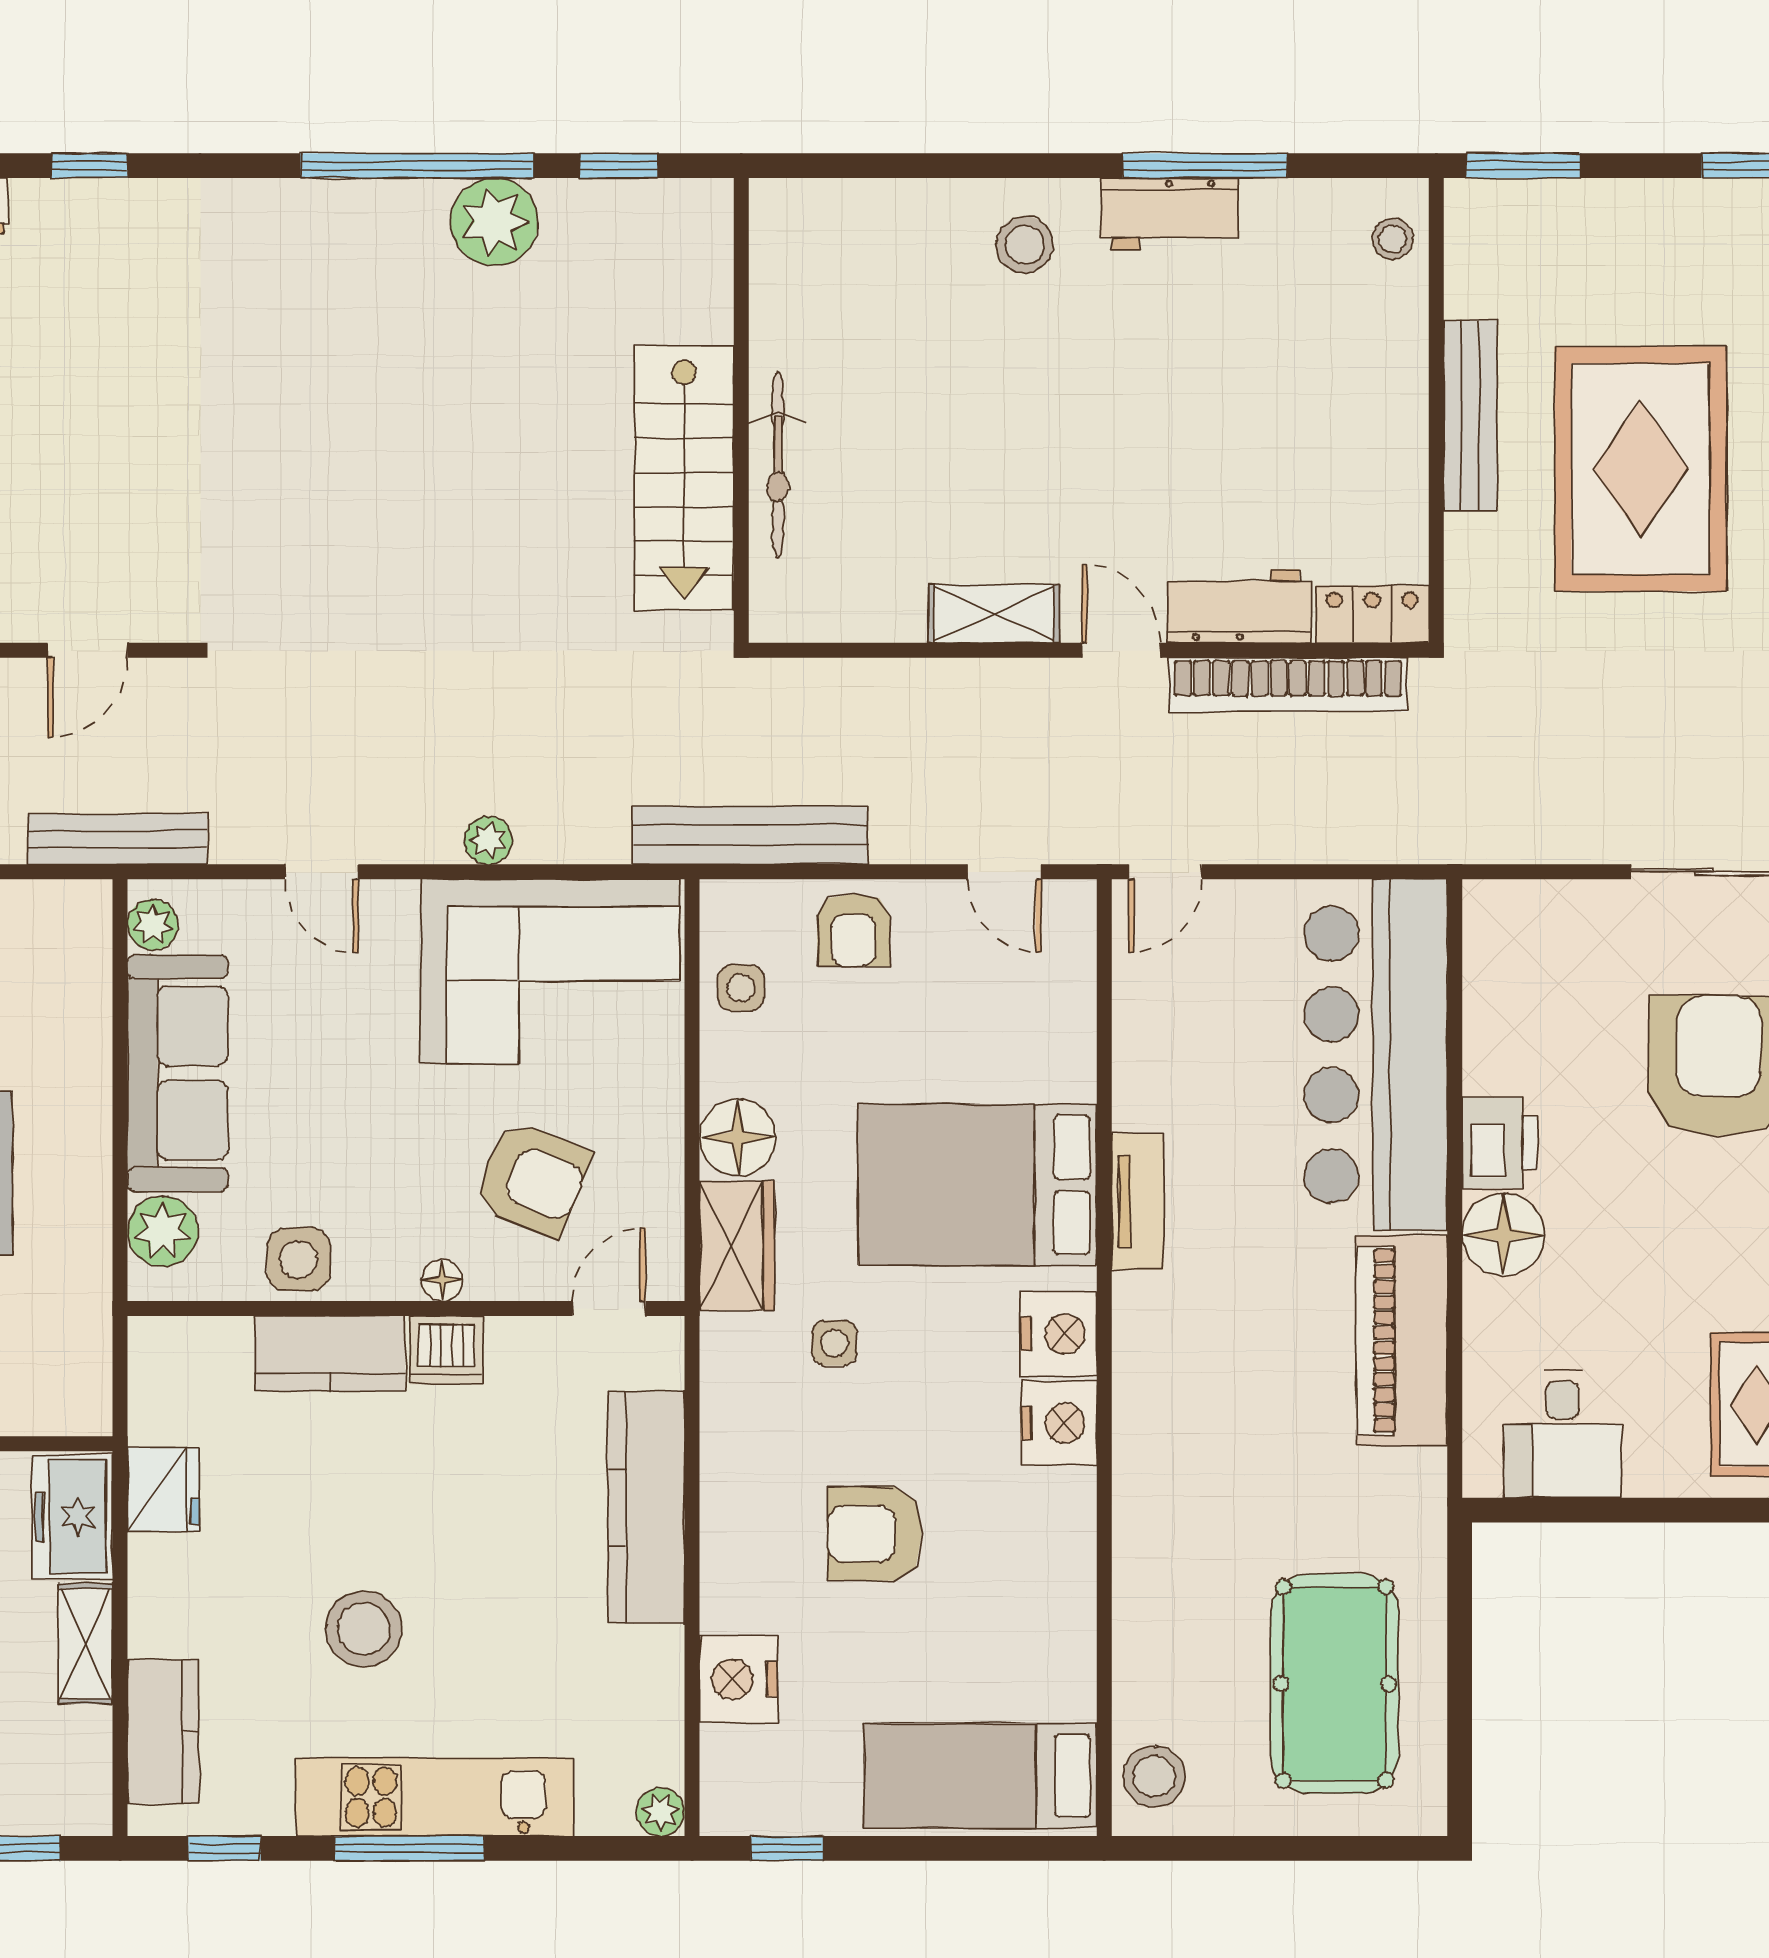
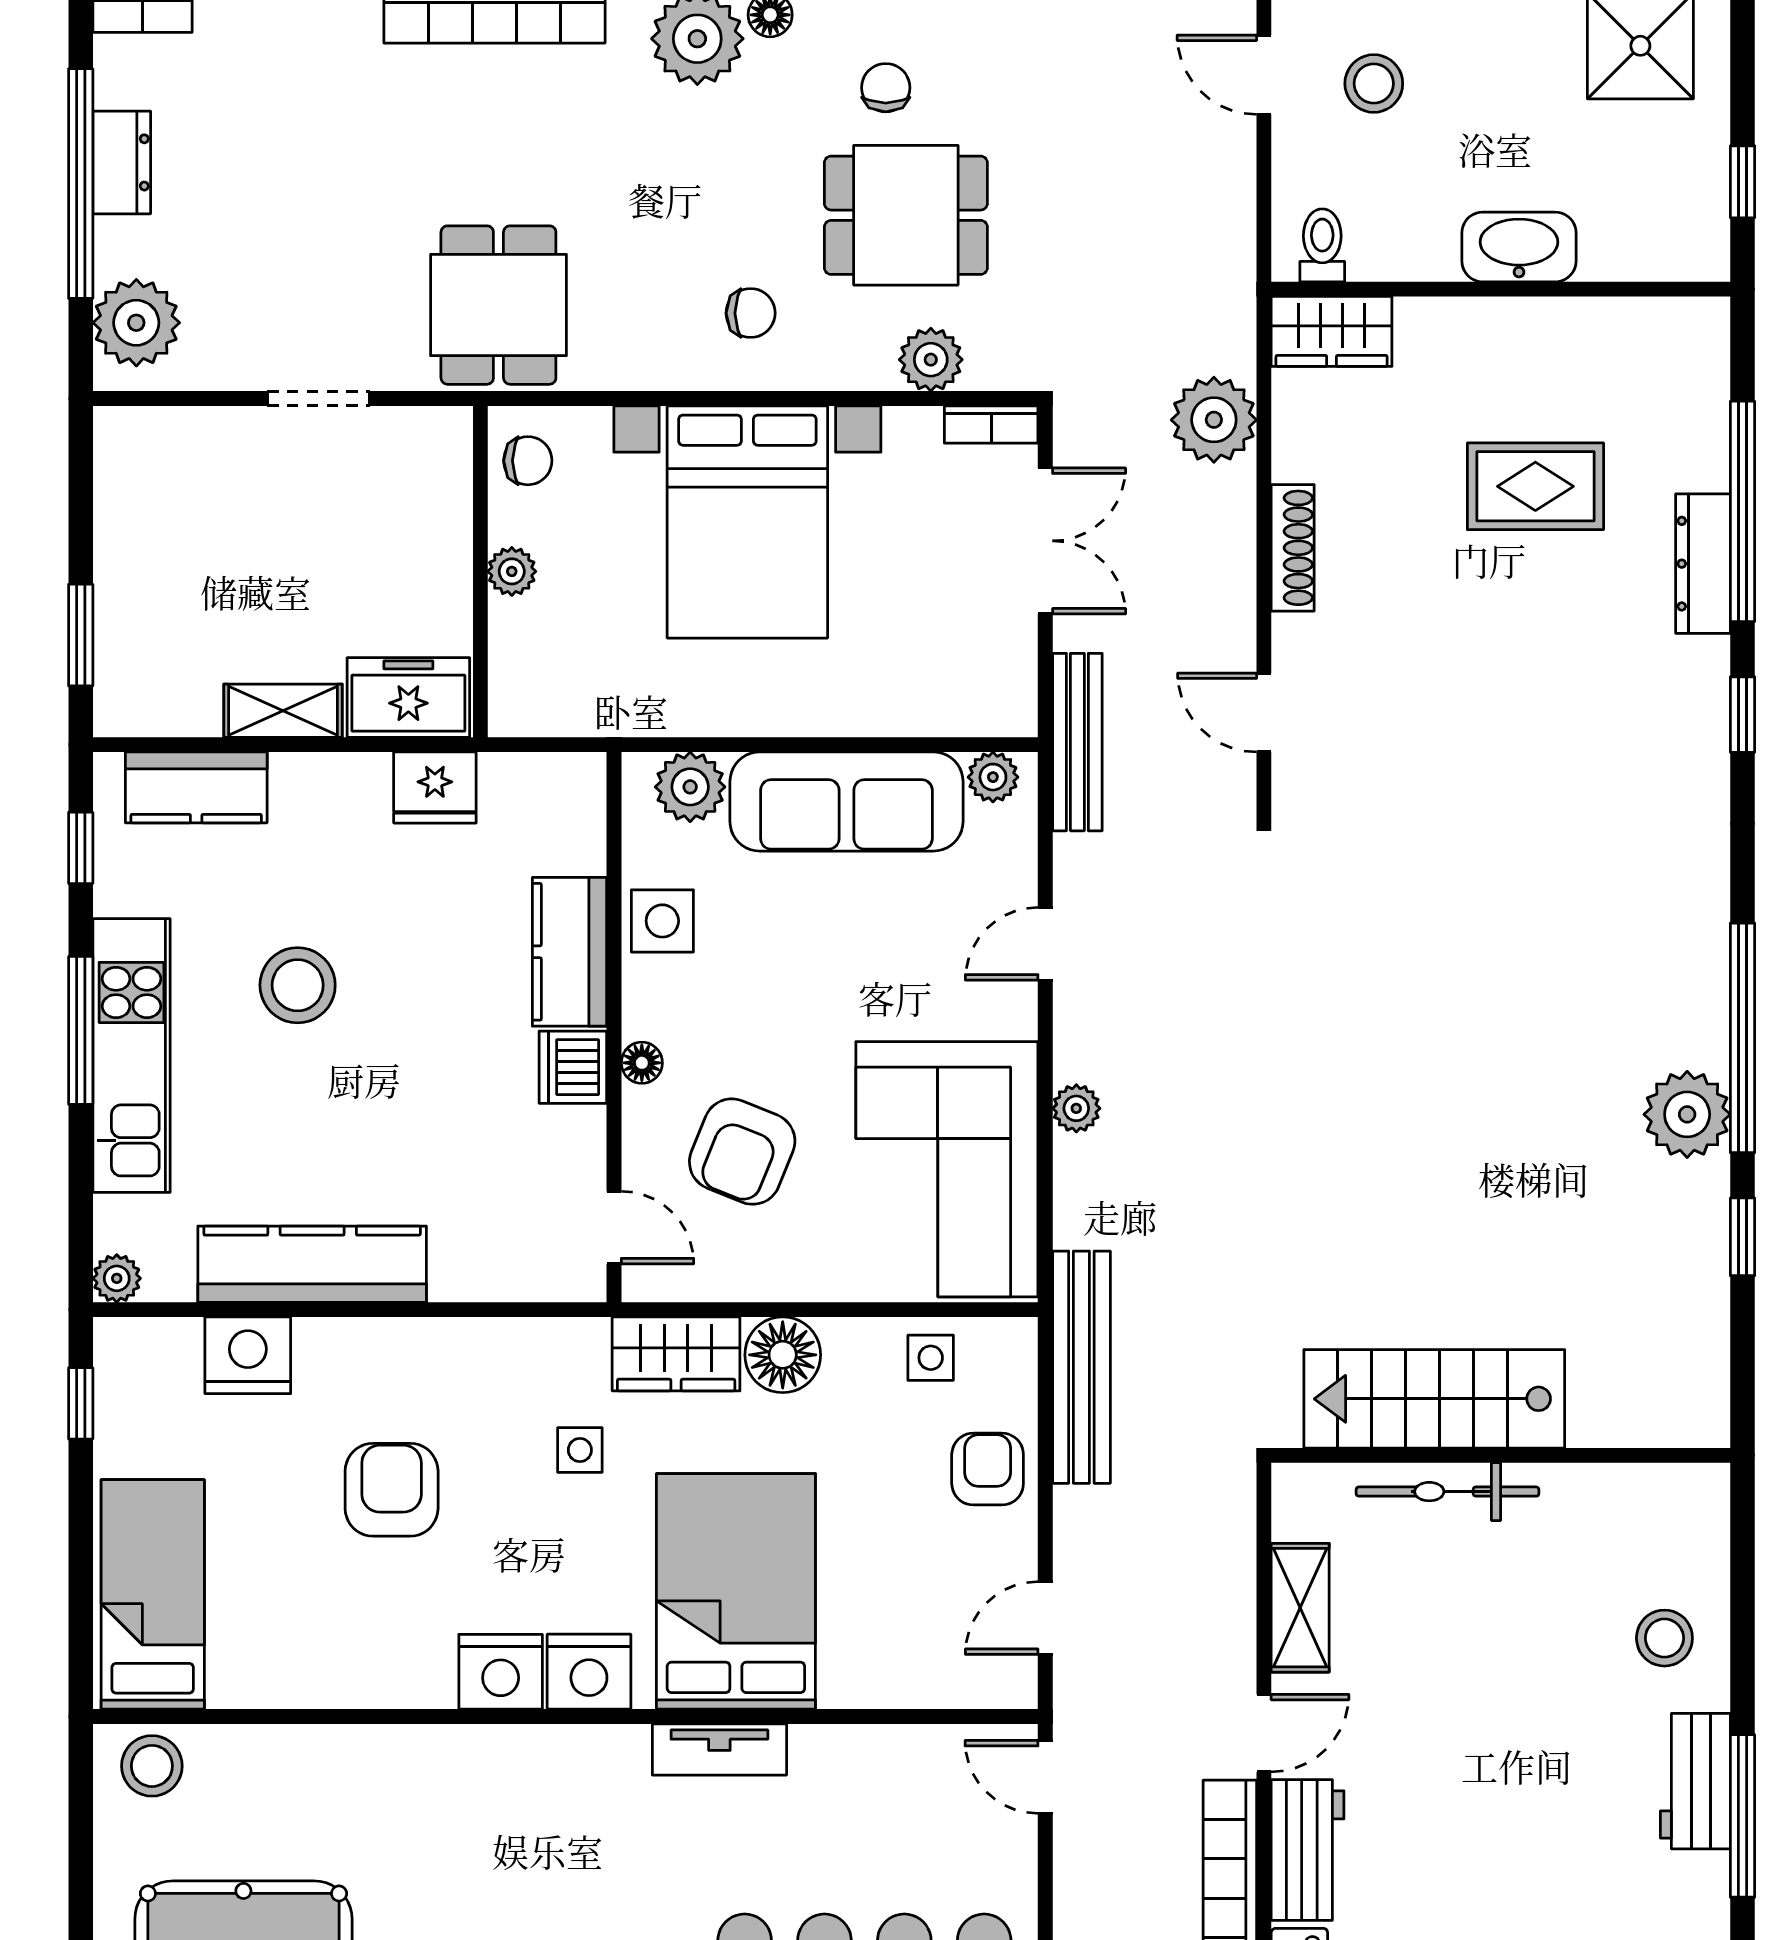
wall: (741, 410) -> (1501, 1455), moved
bicycle: (778, 464) -> (1448, 1492), moved
stairs: (684, 478) -> (1434, 1399), moved
armchair: (854, 930) -> (988, 1469), turned 90
kitchen counter: (646, 1507) -> (312, 1264), moved

